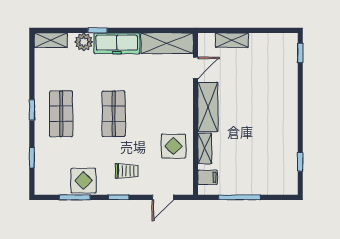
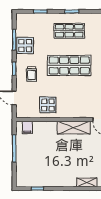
shop shelf: (114, 114) -> (69, 65), width x1.43, depth x1.36
shelving: (205, 148) -> (87, 182), moved

